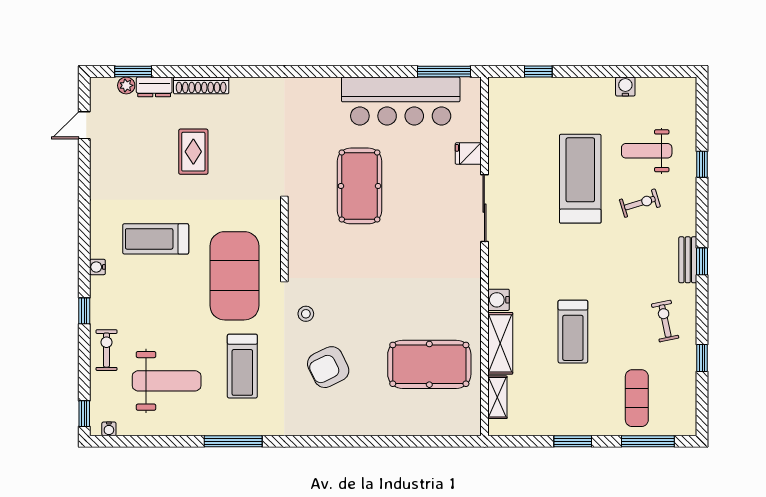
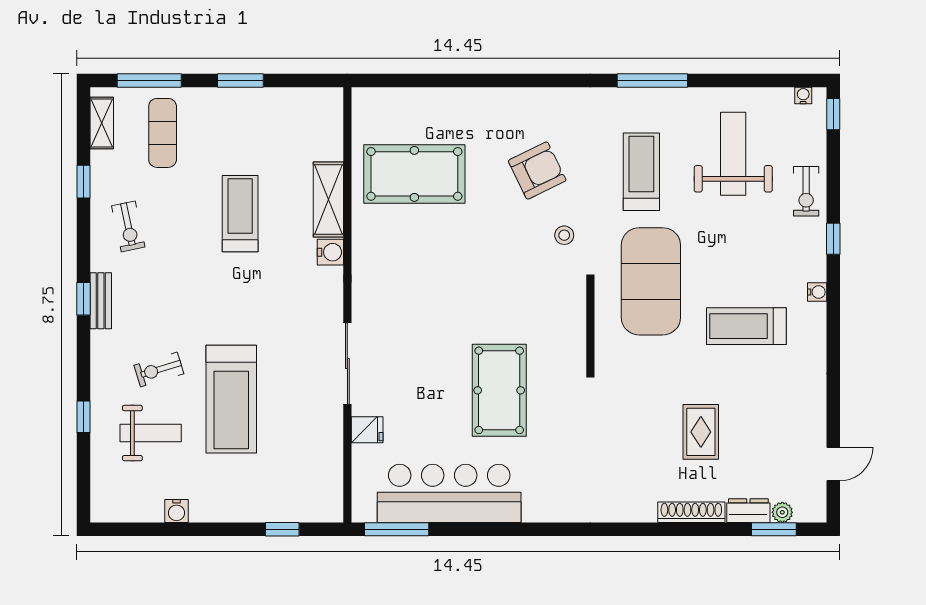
treadmill: (156, 239) -> (746, 326), turned 180
weight bench: (167, 381) -> (733, 154), turned 90
shelving: (497, 397) -> (102, 123), moved

